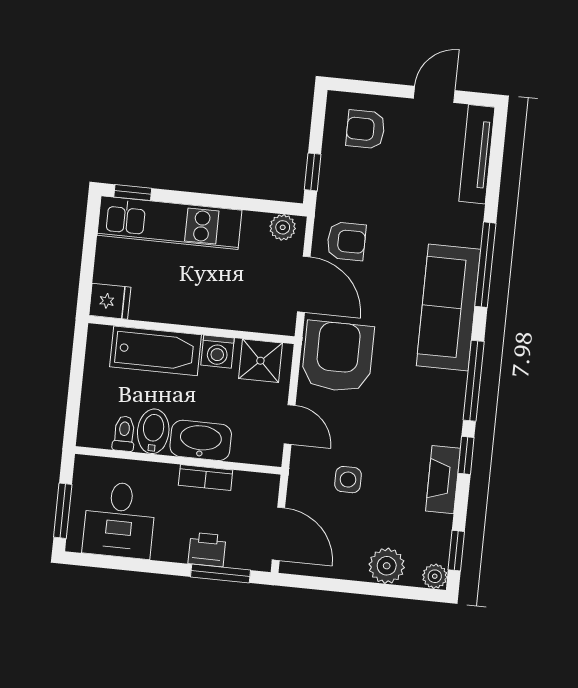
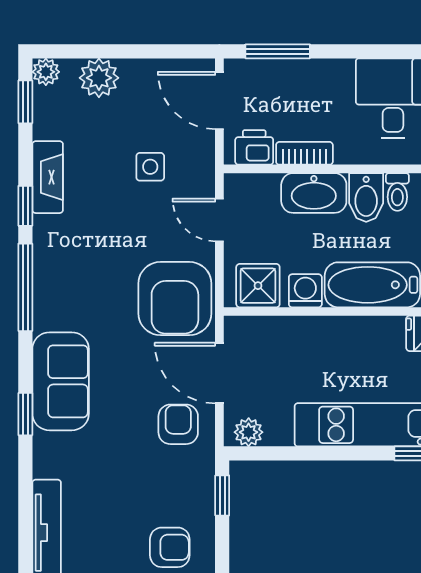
armchair: (346, 241) -> (178, 424), turned 90
window: (485, 265) -> (25, 414), width x0.46
sofa: (448, 308) -> (61, 381), width x0.73
printer: (207, 550) -> (254, 147), moved, turned 180

